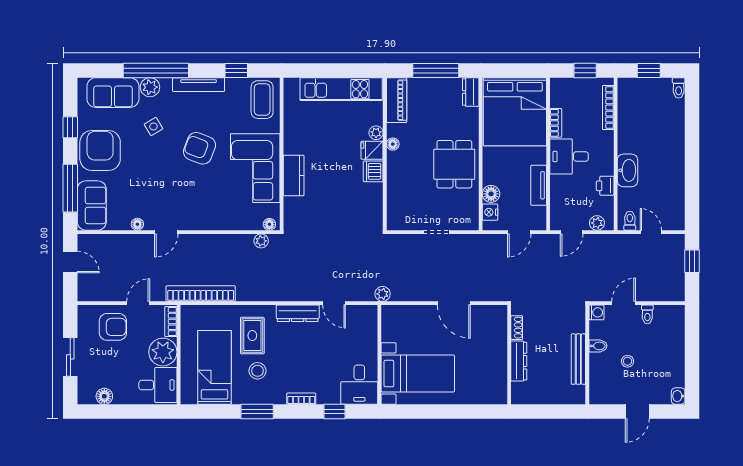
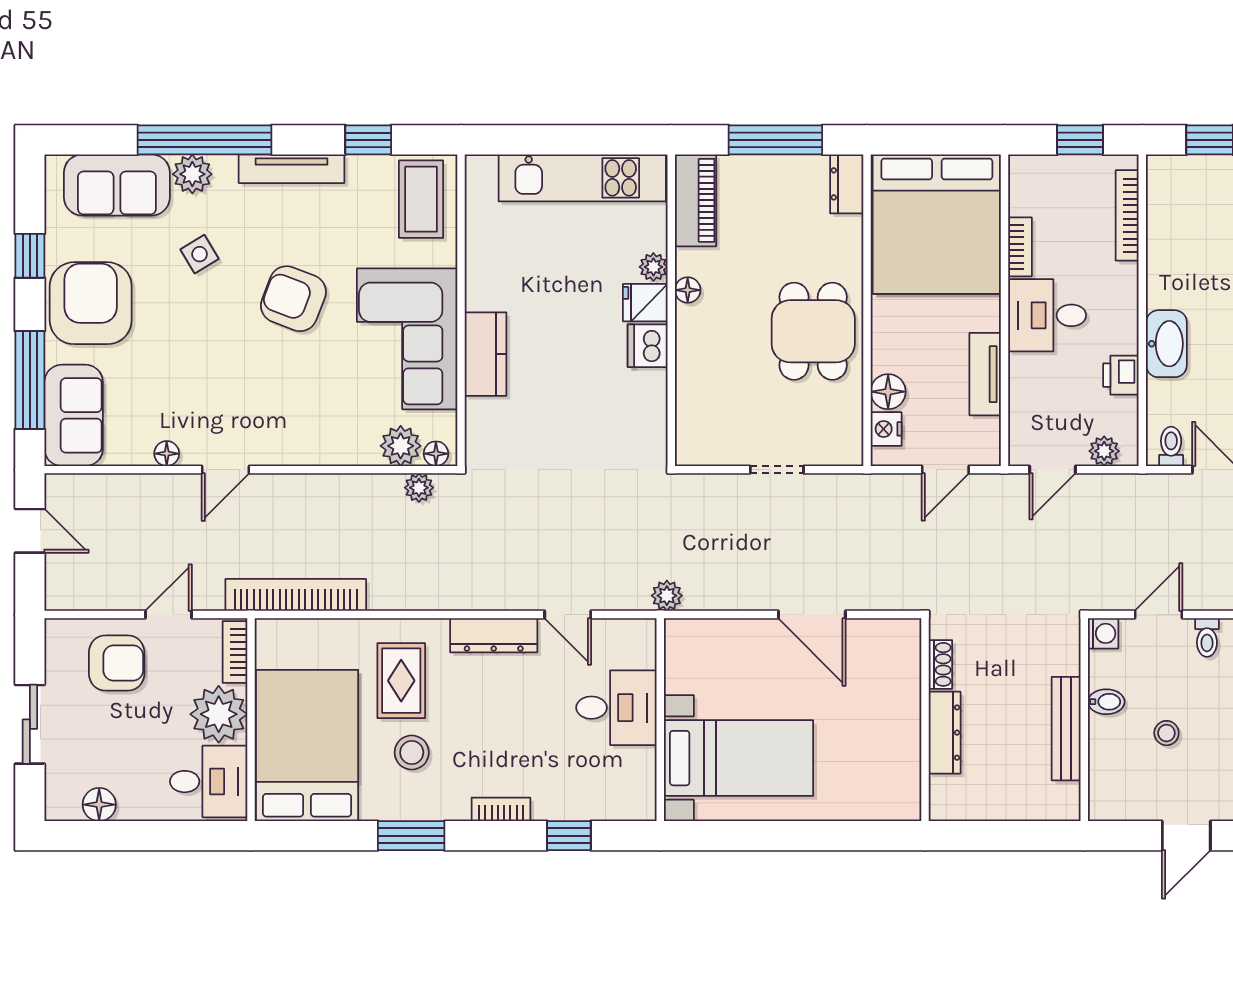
plant: (252, 220) -> (401, 446), added
bed: (215, 367) -> (307, 745), width x1.50
desk: (359, 385) -> (616, 708), moved, turned -90

